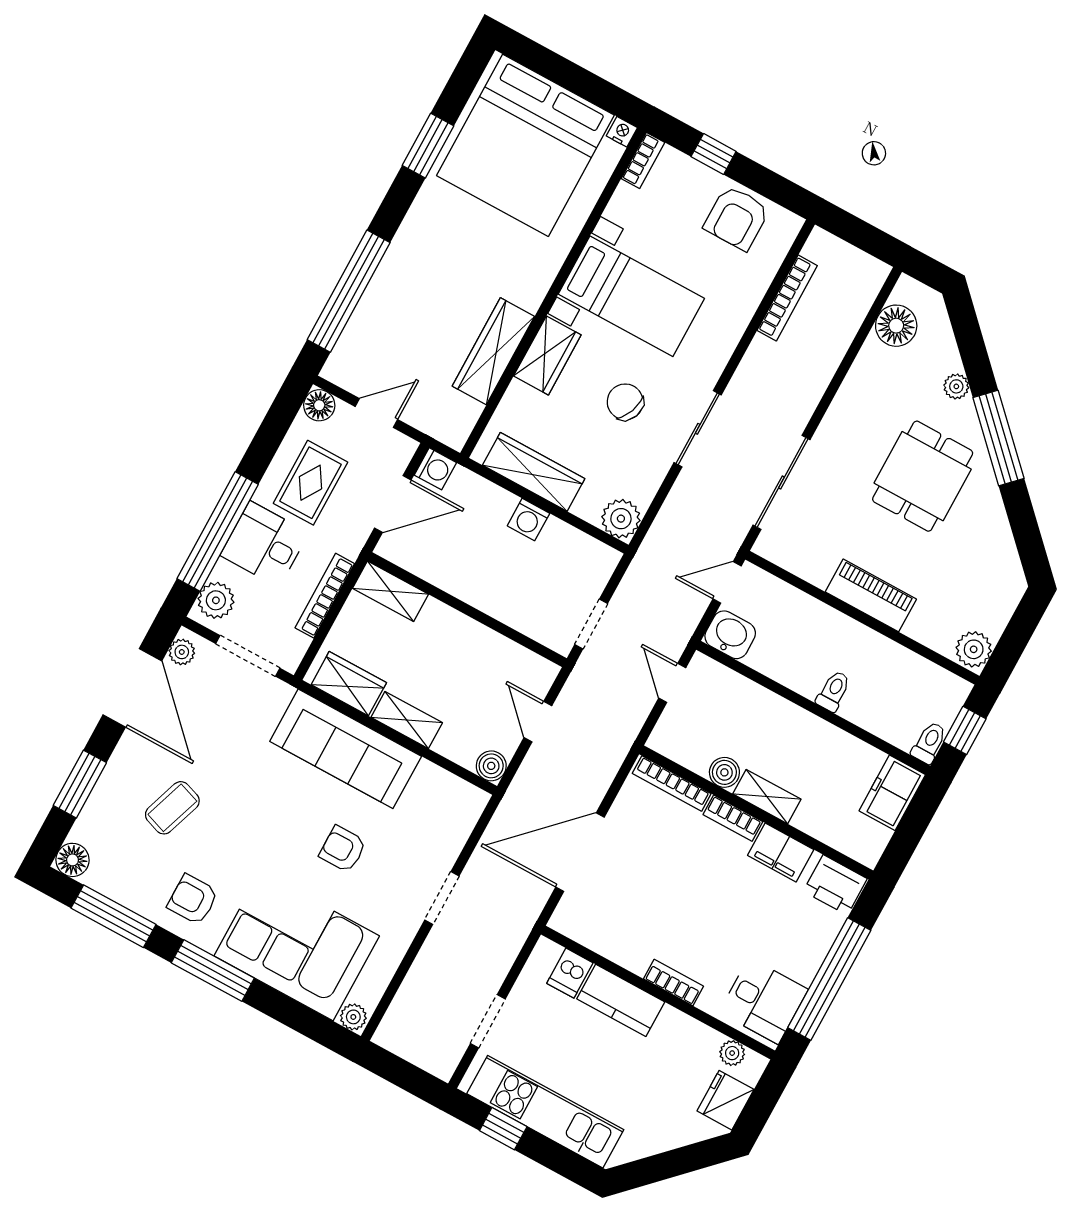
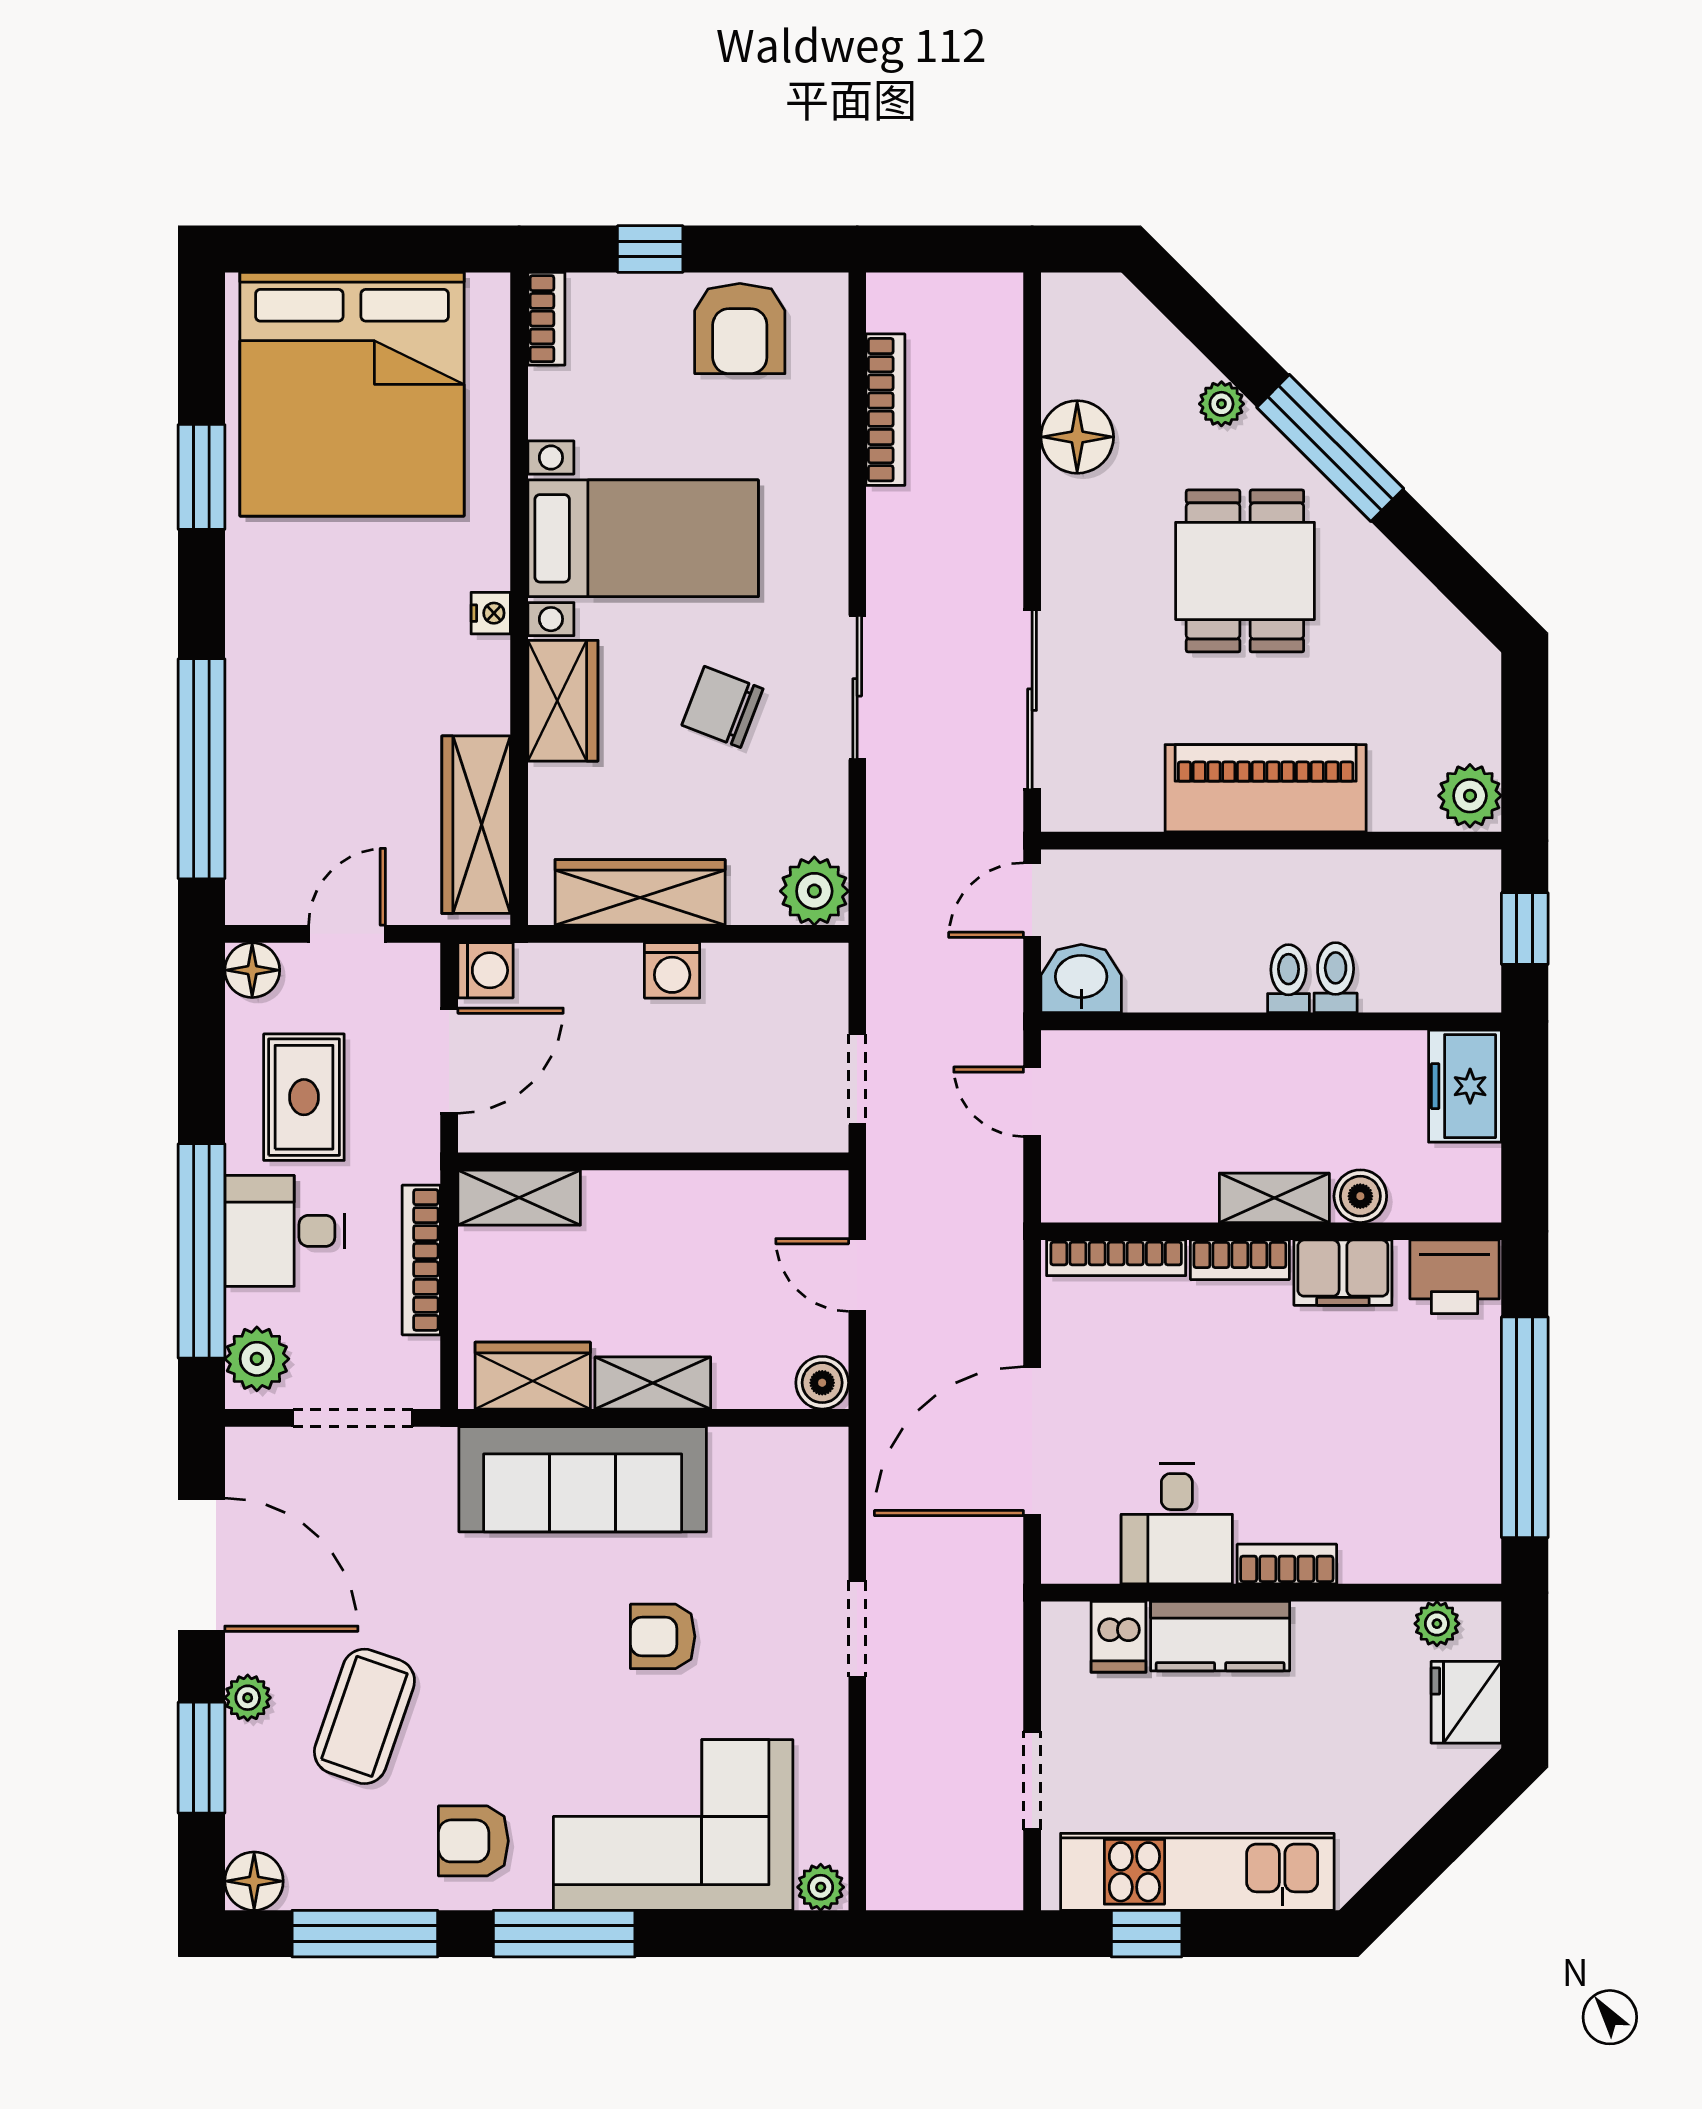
nightstand: (622, 132) -> (491, 613), moved, turned 90
floor lamp: (896, 326) -> (1077, 437), moved
wardrobe: (493, 351) -> (476, 825), moved
piano: (871, 595) -> (1266, 788), width x1.37, depth x1.33
plant: (182, 652) -> (248, 1698), moved
toilet: (929, 743) -> (1336, 978), moved
boiler: (724, 772) -> (1360, 1196), moved
coffee table: (172, 808) -> (364, 1716), width x1.36, depth x1.30
desk: (764, 1001) -> (1177, 1524), moved, turned 90

